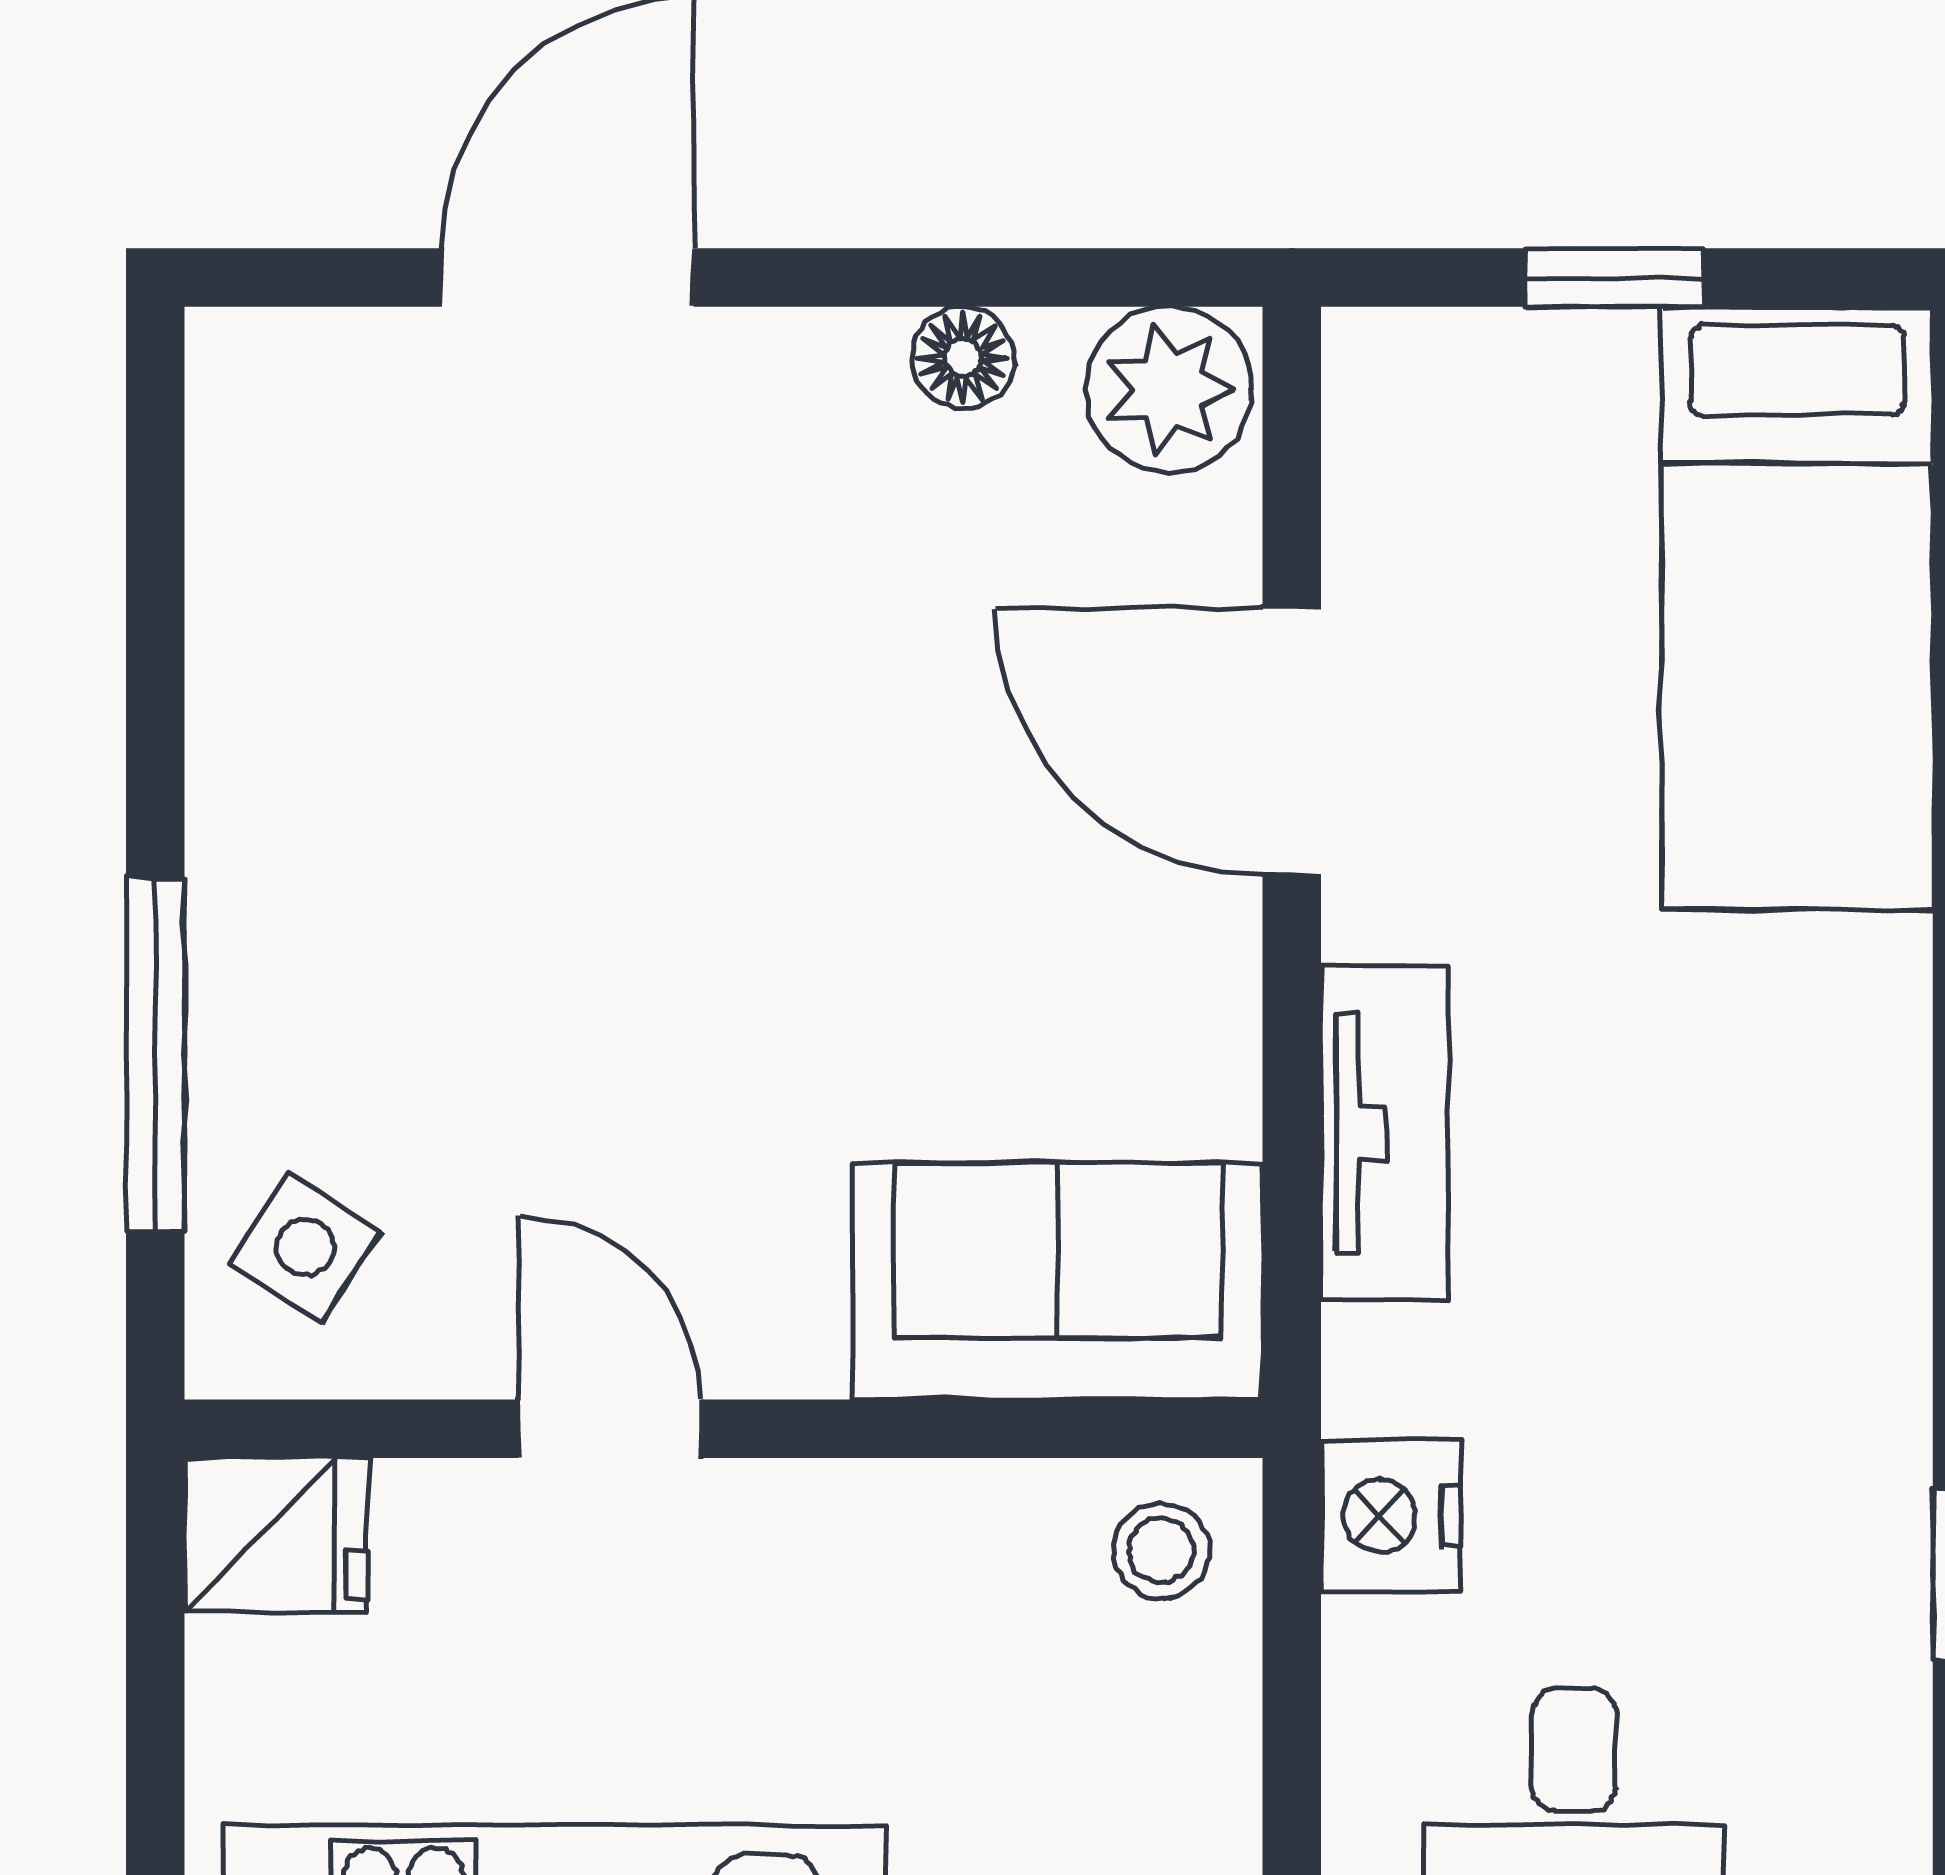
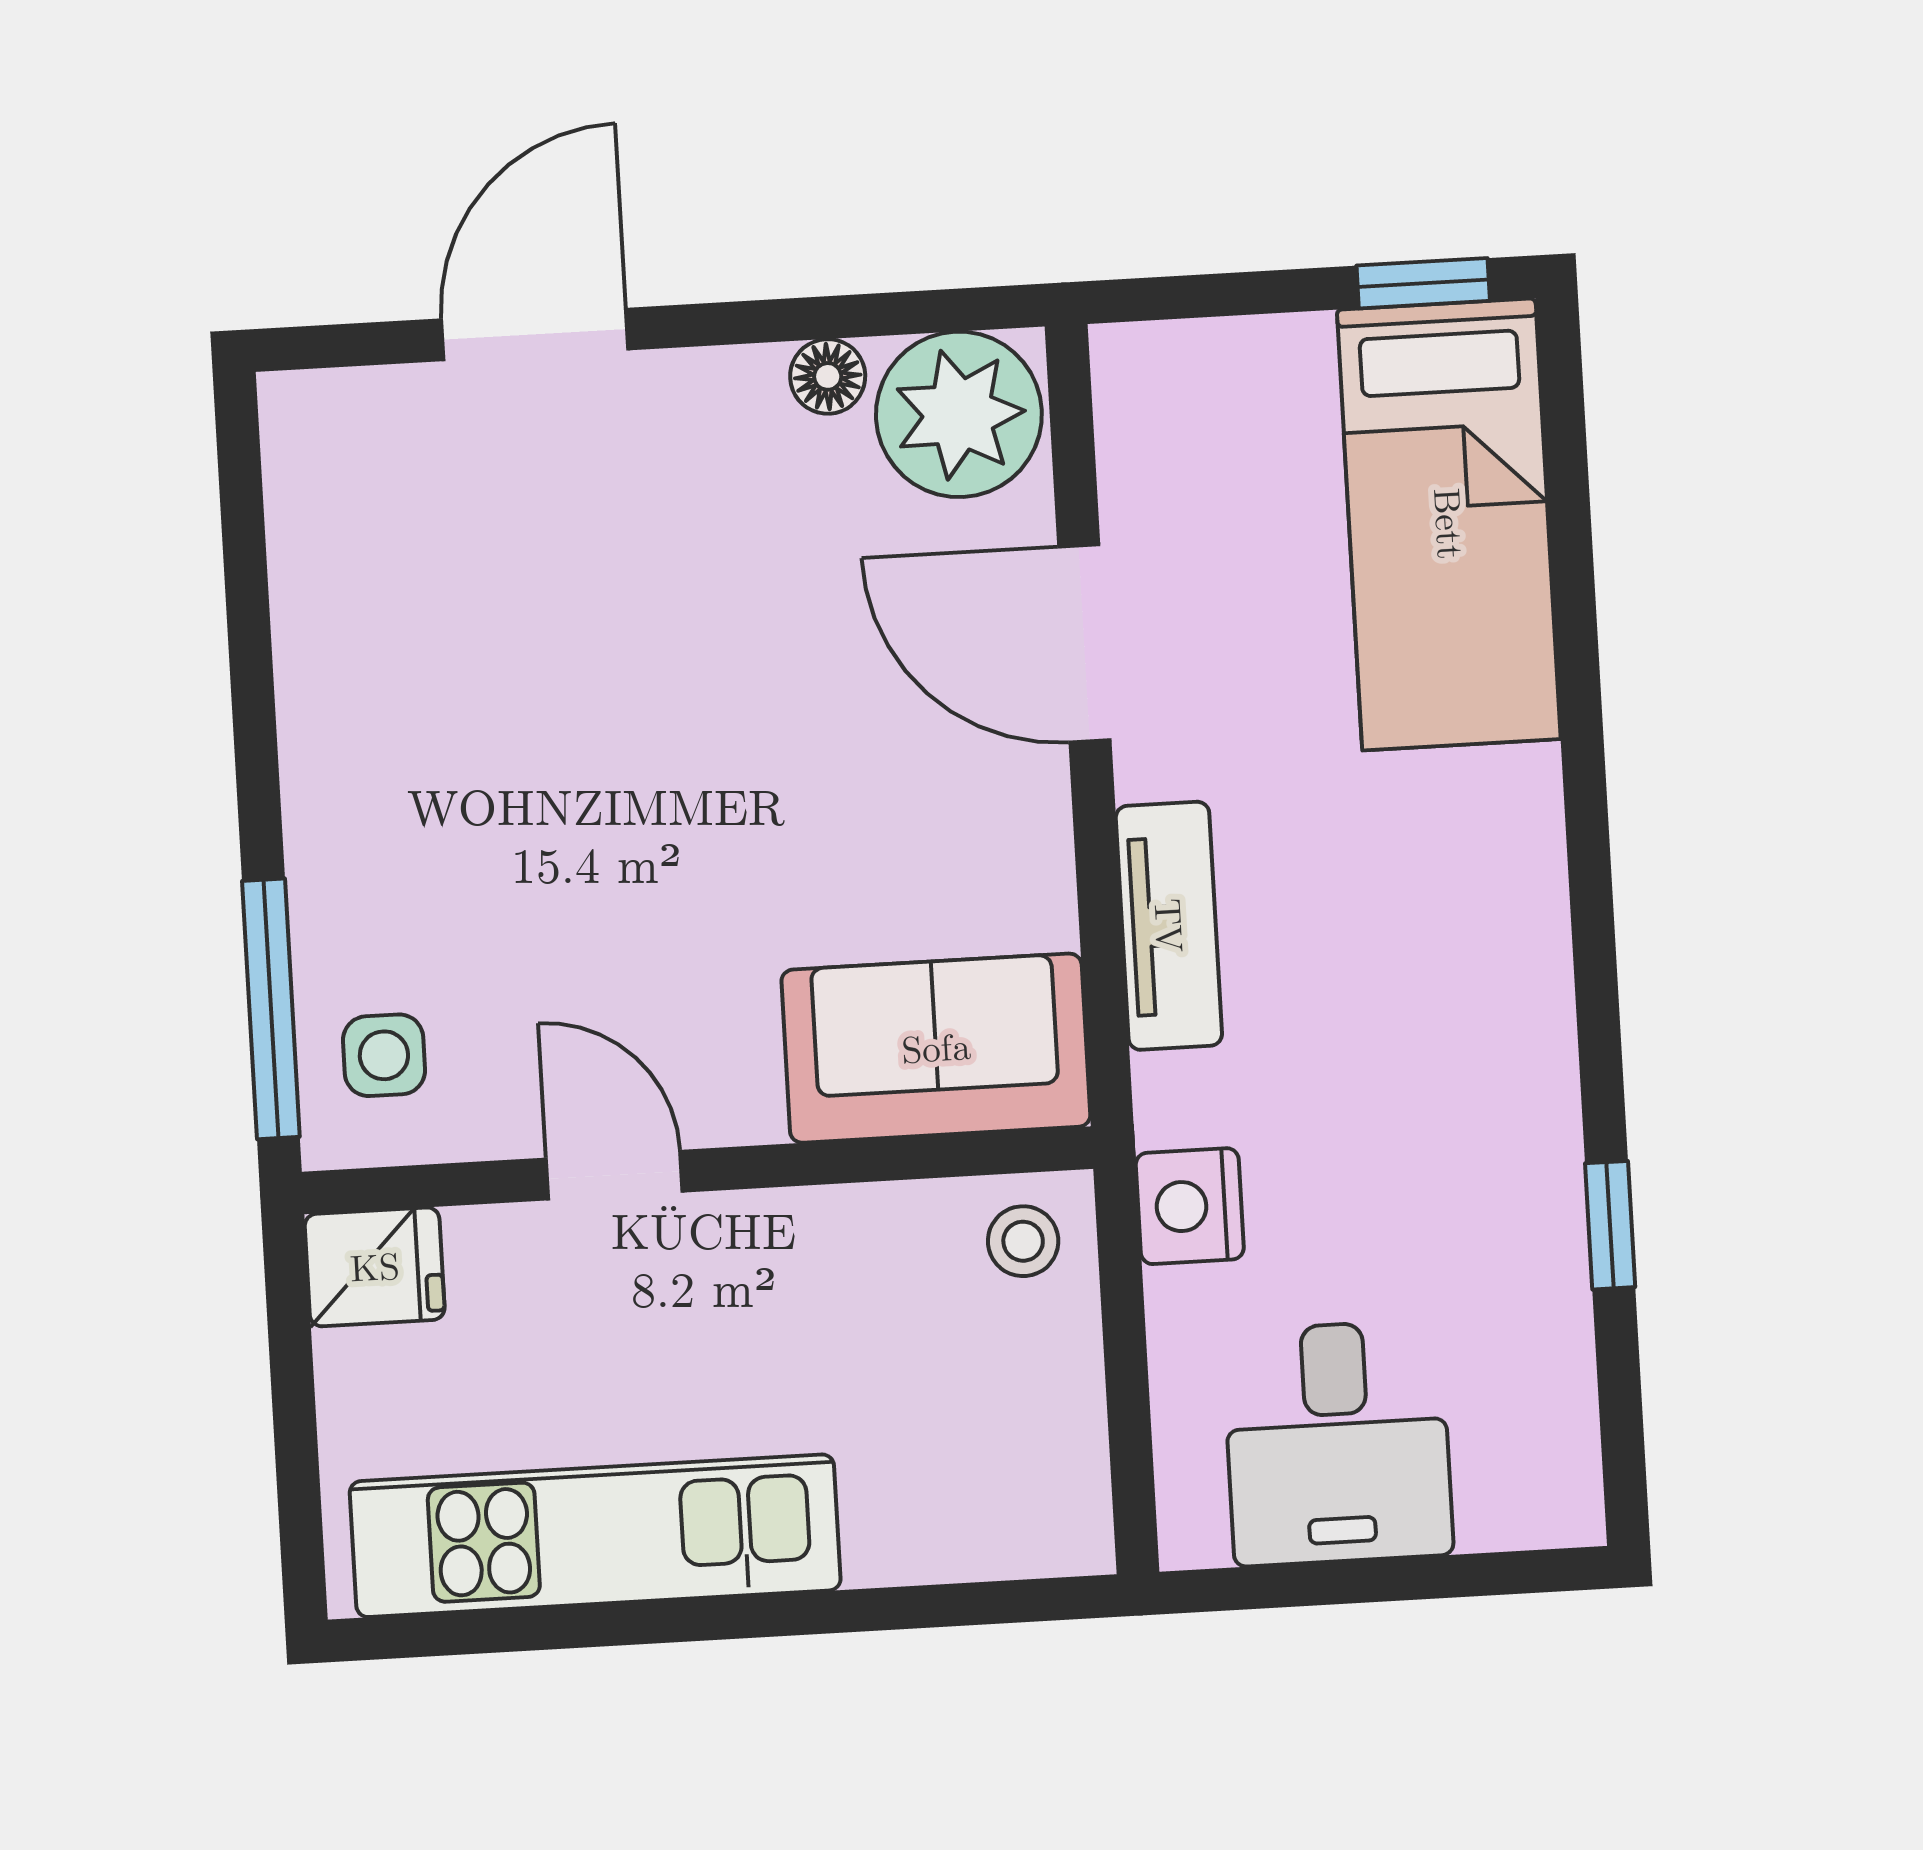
window: (1615, 278) -> (1423, 283), moved
plant: (1169, 390) -> (959, 414), width x1.36, depth x1.36
window: (155, 1054) -> (271, 1009), moved
side table: (305, 1247) -> (384, 1055), turned -33

